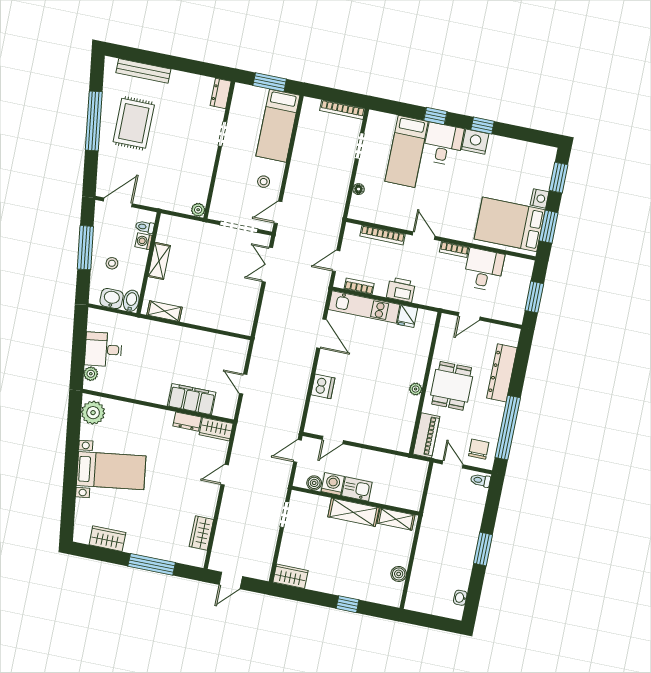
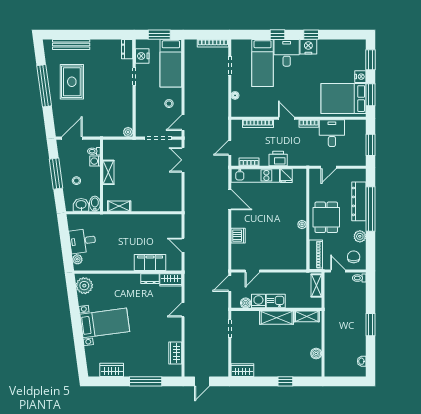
nightstand: (240, 107) -> (142, 56), added
plant: (493, 422) -> (360, 236), added
window: (508, 428) -> (370, 209), moved
shelving: (418, 479) -> (316, 285), added

